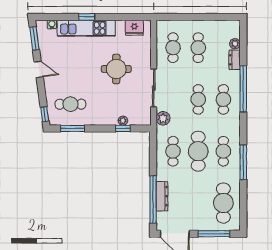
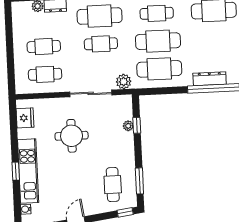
cafe table: (223, 99) -> (100, 16), width x1.37, depth x1.35
cafe table: (173, 151) -> (159, 69), width x1.37, depth x1.35

